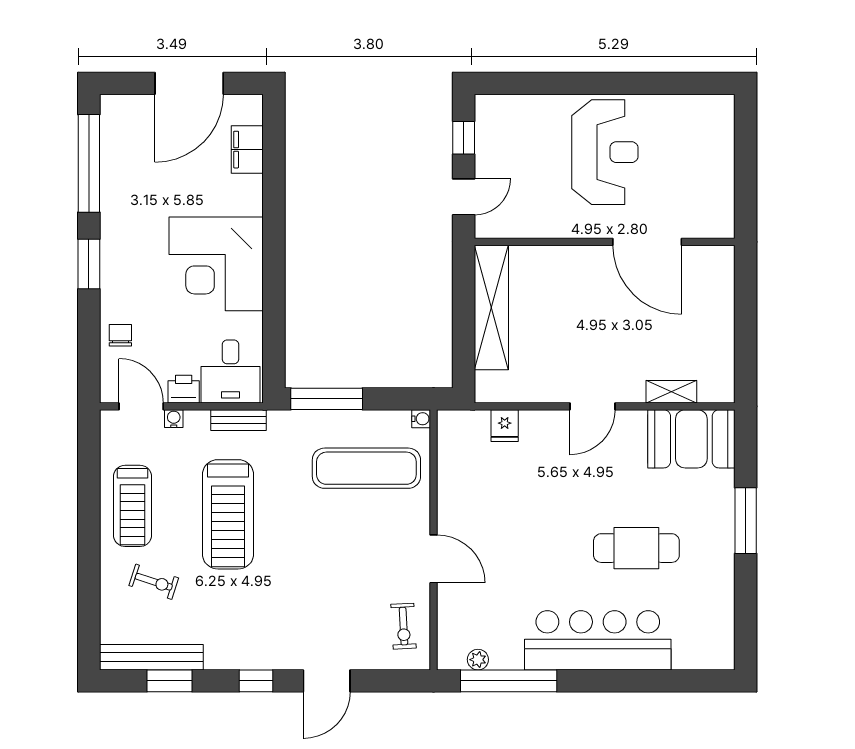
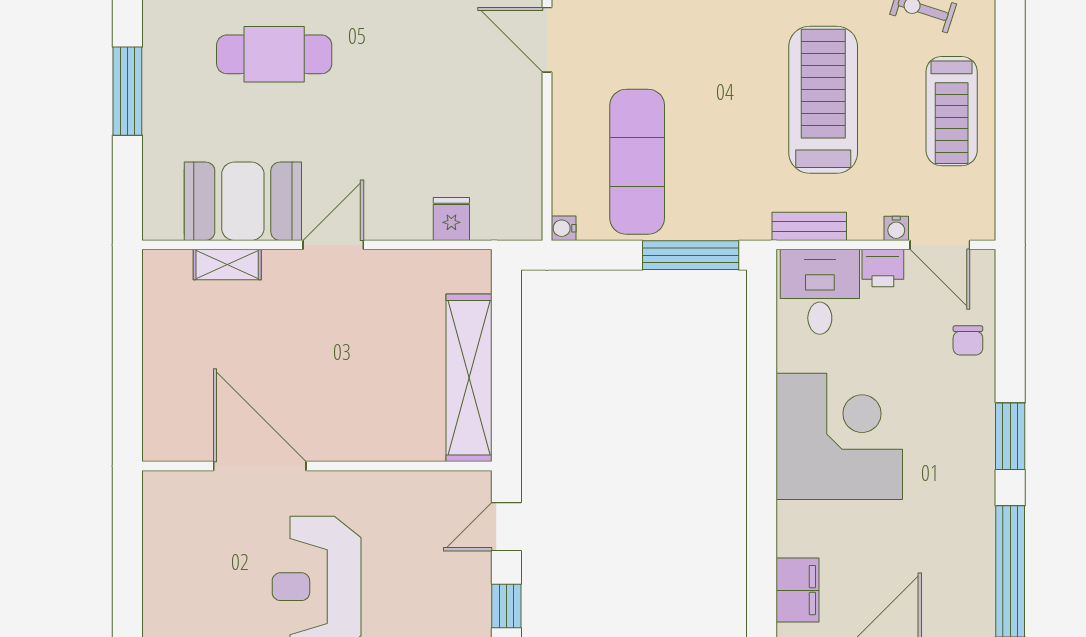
booth: (691, 439) -> (243, 201), moved
exercise mat: (366, 468) -> (637, 162), turned 90
treadmill: (133, 506) -> (952, 111), turned 180

